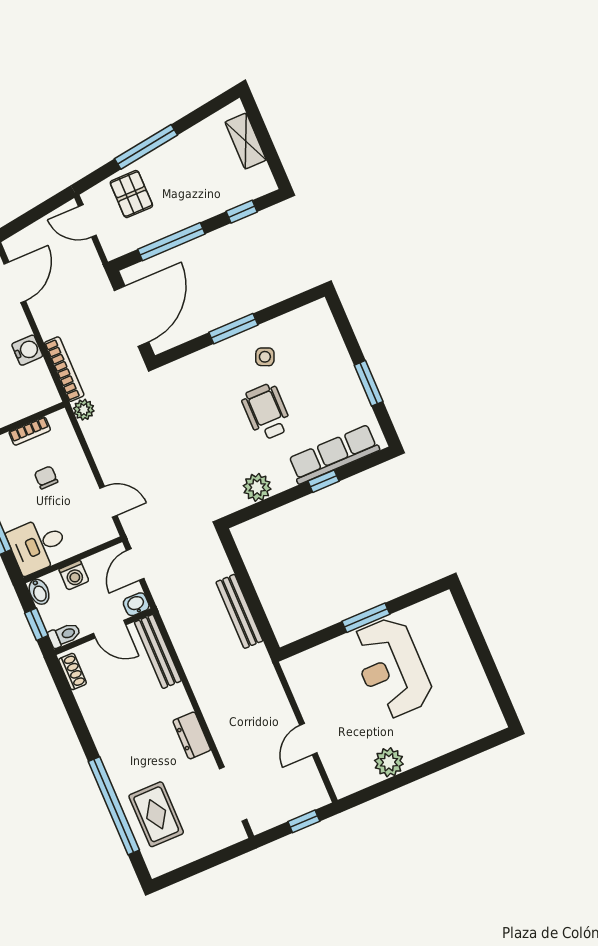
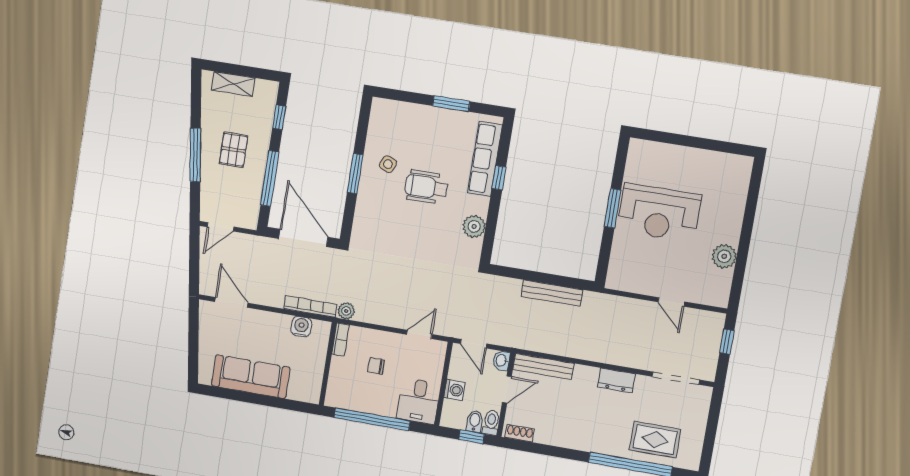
pallet: (131, 194) -> (234, 150), moved, turned 90
water cooler: (27, 350) -> (301, 327), moved
bookcase: (30, 431) -> (340, 339), moved
bidet: (39, 592) -> (475, 421), moved, turned -90

